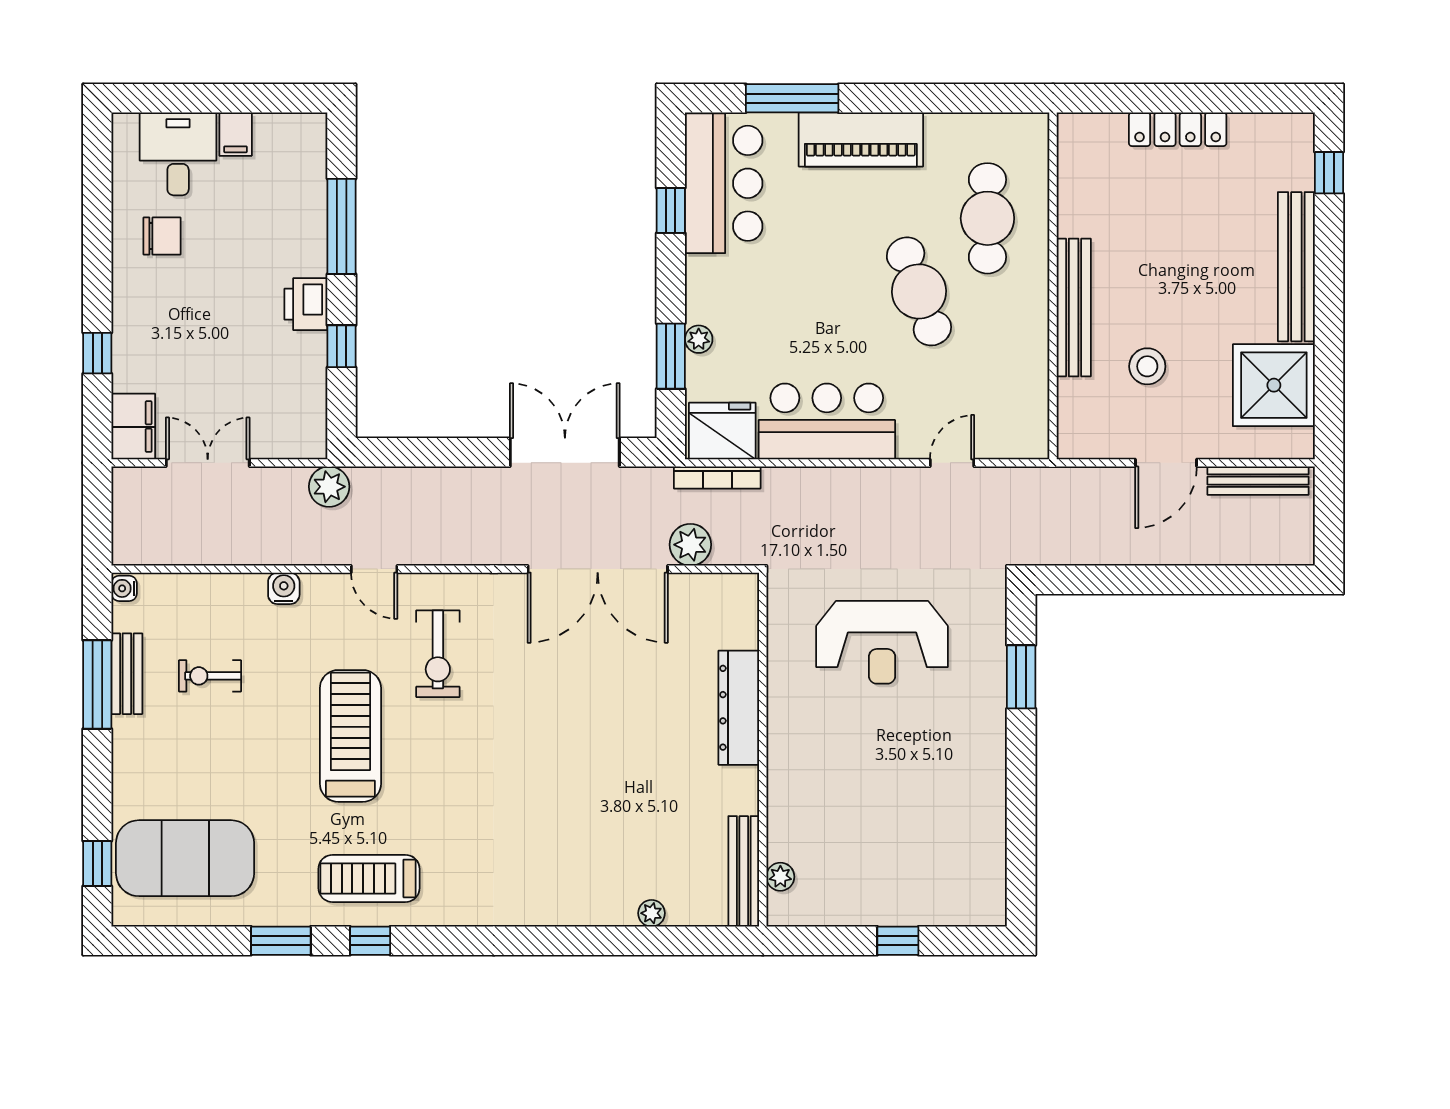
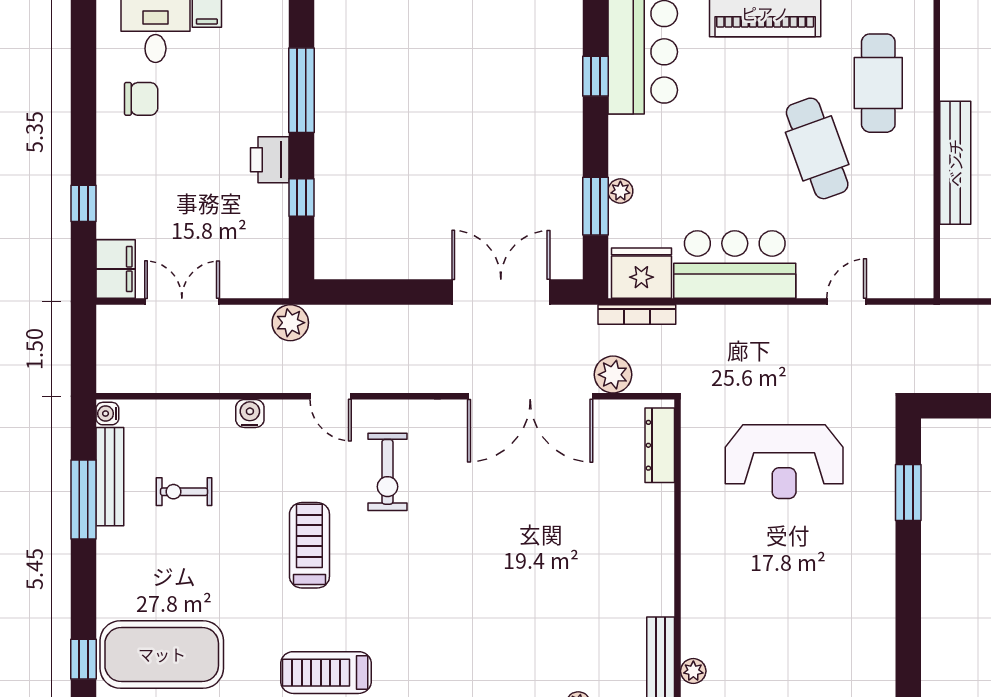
bench: (127, 674) -> (110, 477), width x1.36
dresser: (739, 708) -> (660, 445), moved, width x0.73, depth x0.80
treadmill: (350, 736) -> (309, 545), width x0.73, depth x0.73

